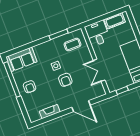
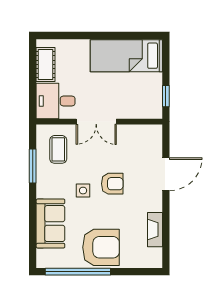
sofa: (21, 59) -> (50, 224), moved
double door: (99, 70) -> (96, 122), moved
armchair: (30, 87) -> (101, 247), width x1.88, depth x1.88

